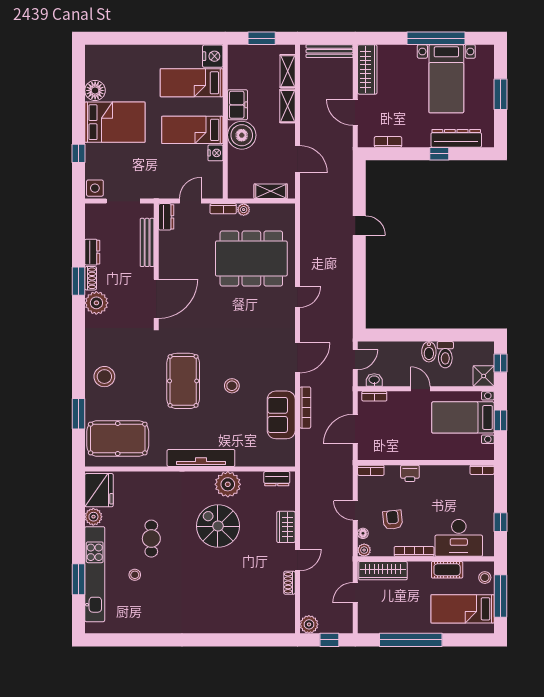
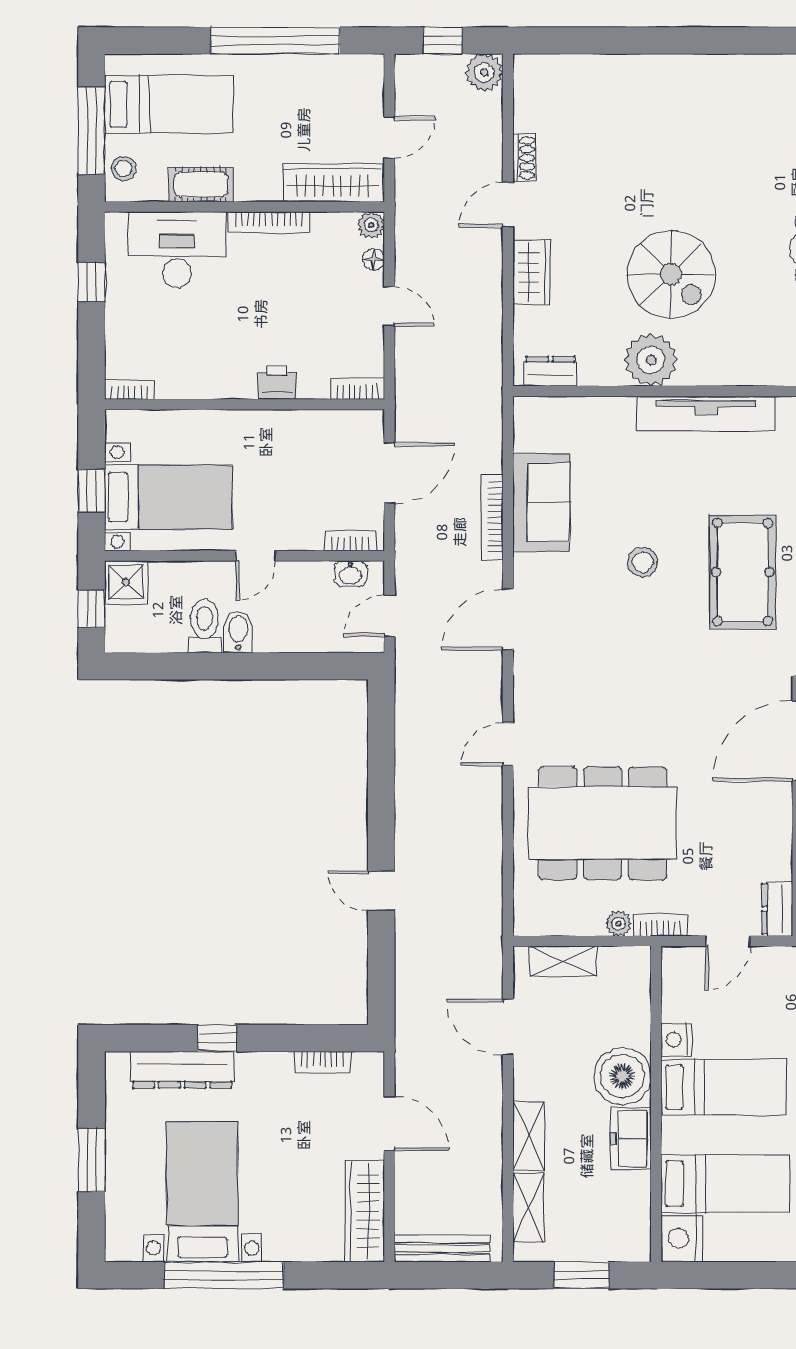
door: (420, 389) -> (256, 556), hinge flipped
armchair: (393, 520) -> (313, 287), removed

